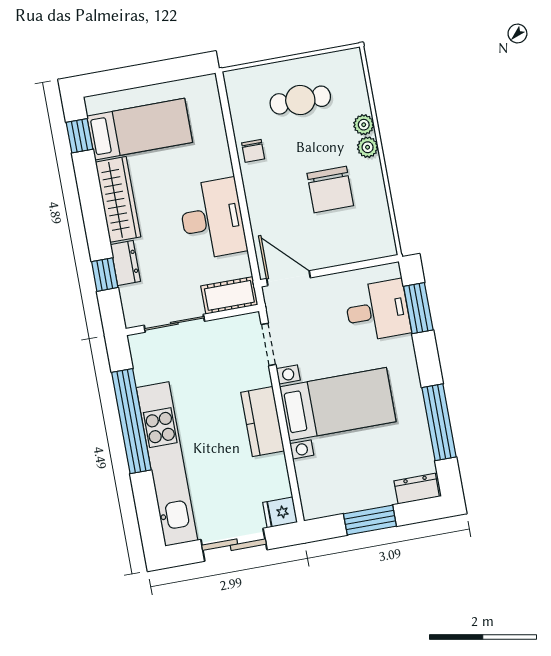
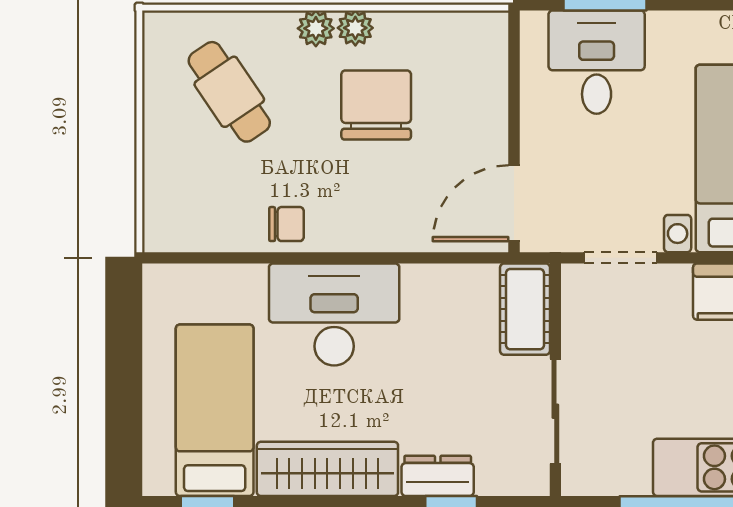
cafe table: (300, 100) -> (229, 92), moved, turned -34
plant: (364, 125) -> (355, 28), moved
chair: (330, 190) -> (376, 105), turned -90
desk: (212, 219) -> (334, 314), moved

